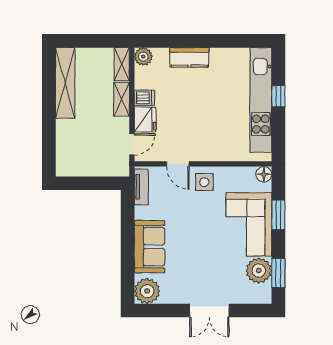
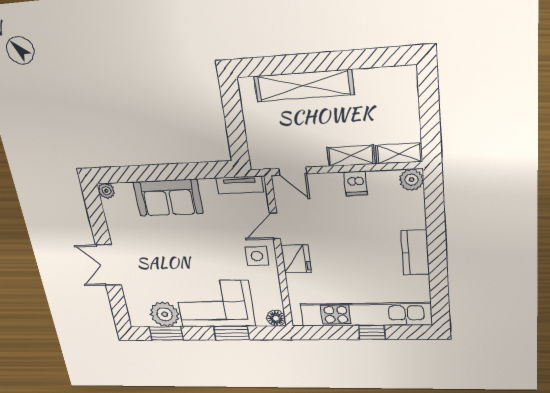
kitchen counter: (189, 57) -> (415, 252), moved
shelving: (65, 83) -> (304, 86), moved
fridge: (145, 120) -> (296, 259), moved, turned -90
plant: (147, 291) -> (106, 191), width x0.53, depth x0.53

